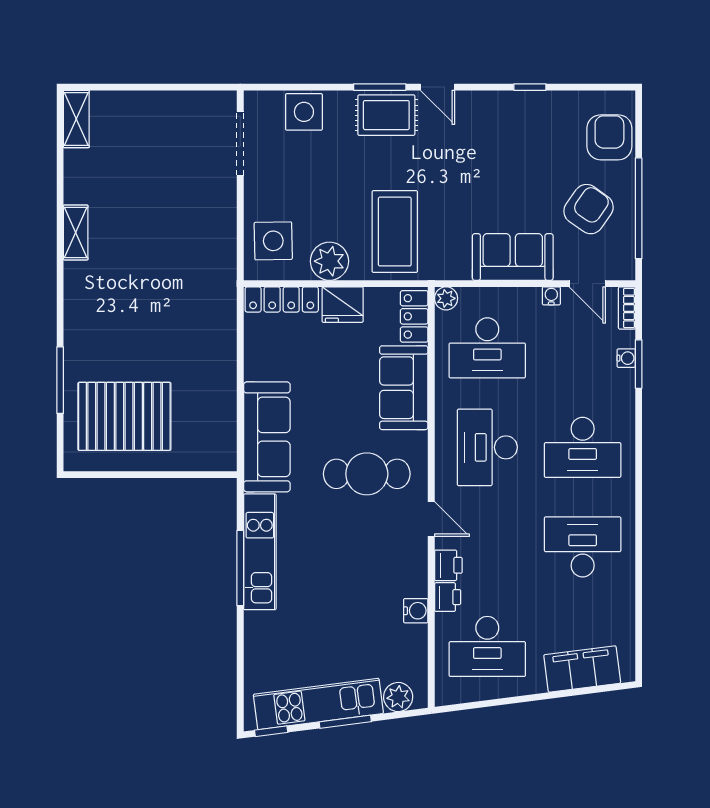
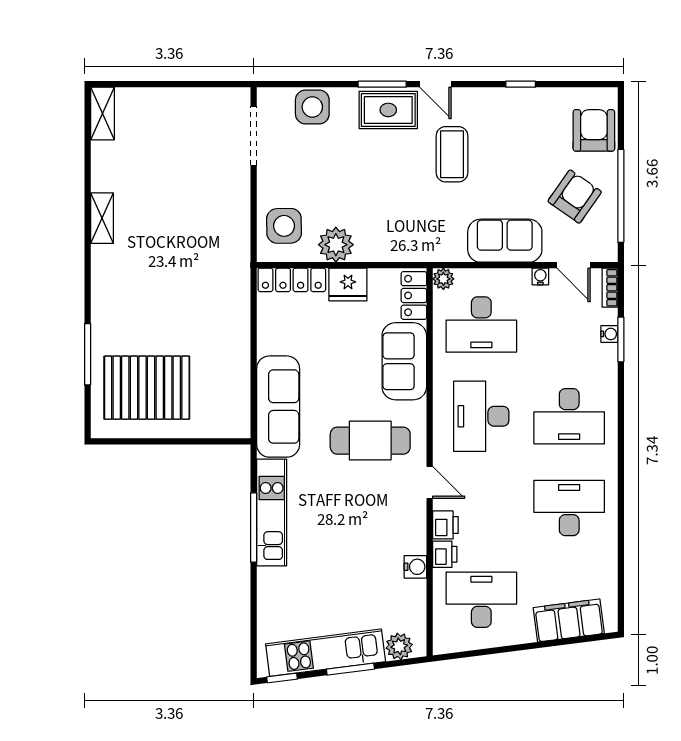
coffee table: (395, 232) -> (452, 154), moved, width x0.73, depth x0.76
desk: (487, 646) -> (481, 600), turned 180

